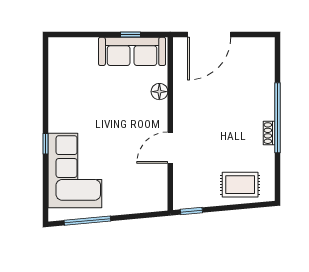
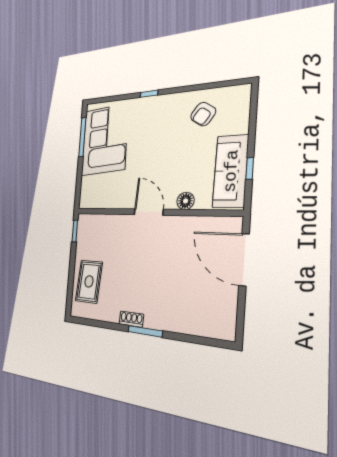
armchair: (74, 82) -> (203, 114), added
window: (278, 118) -> (145, 331), width x0.47
door: (170, 148) -> (149, 212), moved
corner sofa: (75, 170) -> (105, 139), moved, turned -95

